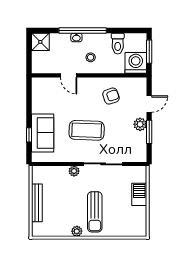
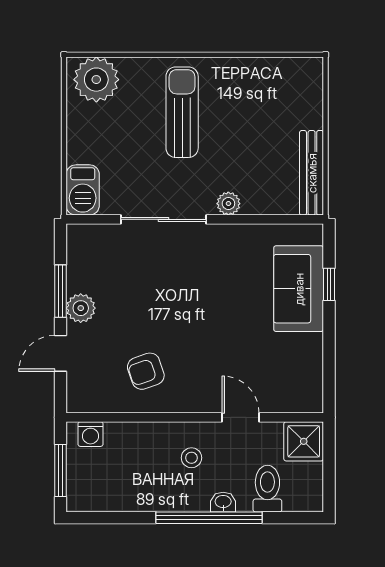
shower: (40, 42) -> (304, 441), moved
toilet: (118, 44) -> (267, 489), moved
washing machine: (136, 63) -> (90, 434), width x0.53, depth x0.53
coffee table: (87, 130) -> (200, 295), removed
barbecue: (139, 194) -> (83, 190), moved
bench: (37, 203) -> (312, 173), moved
plant: (77, 231) -> (96, 80), moved, width x1.88, depth x1.88

